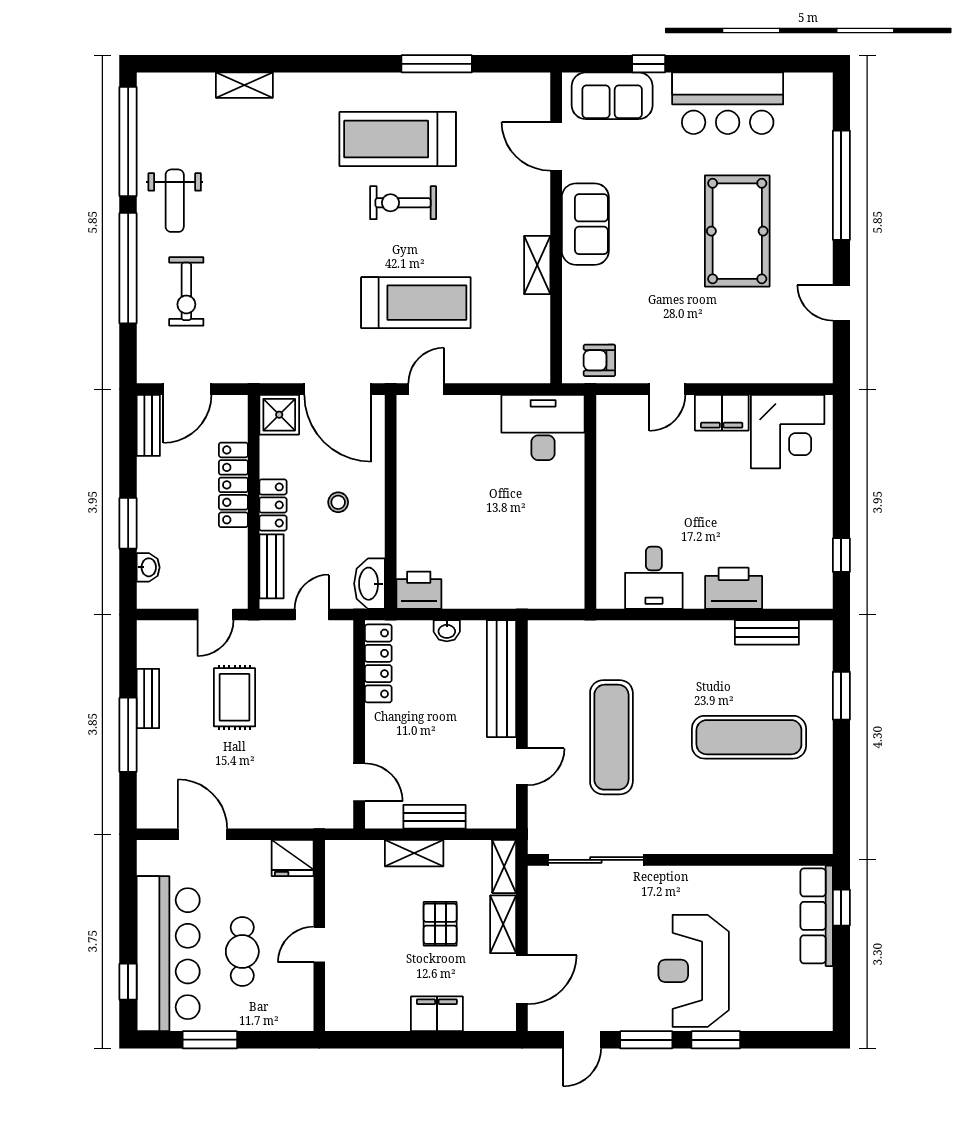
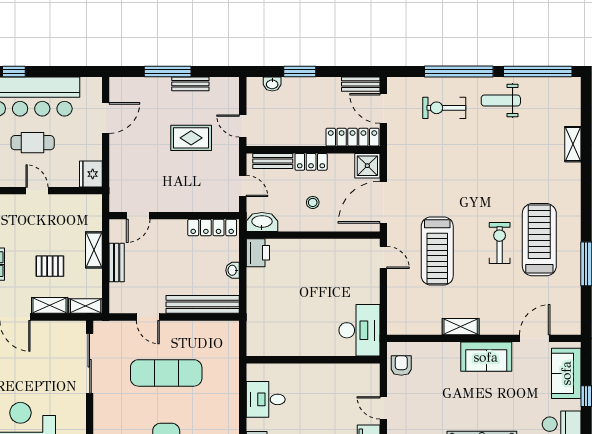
locker: (233, 485) -> (353, 137), moved

